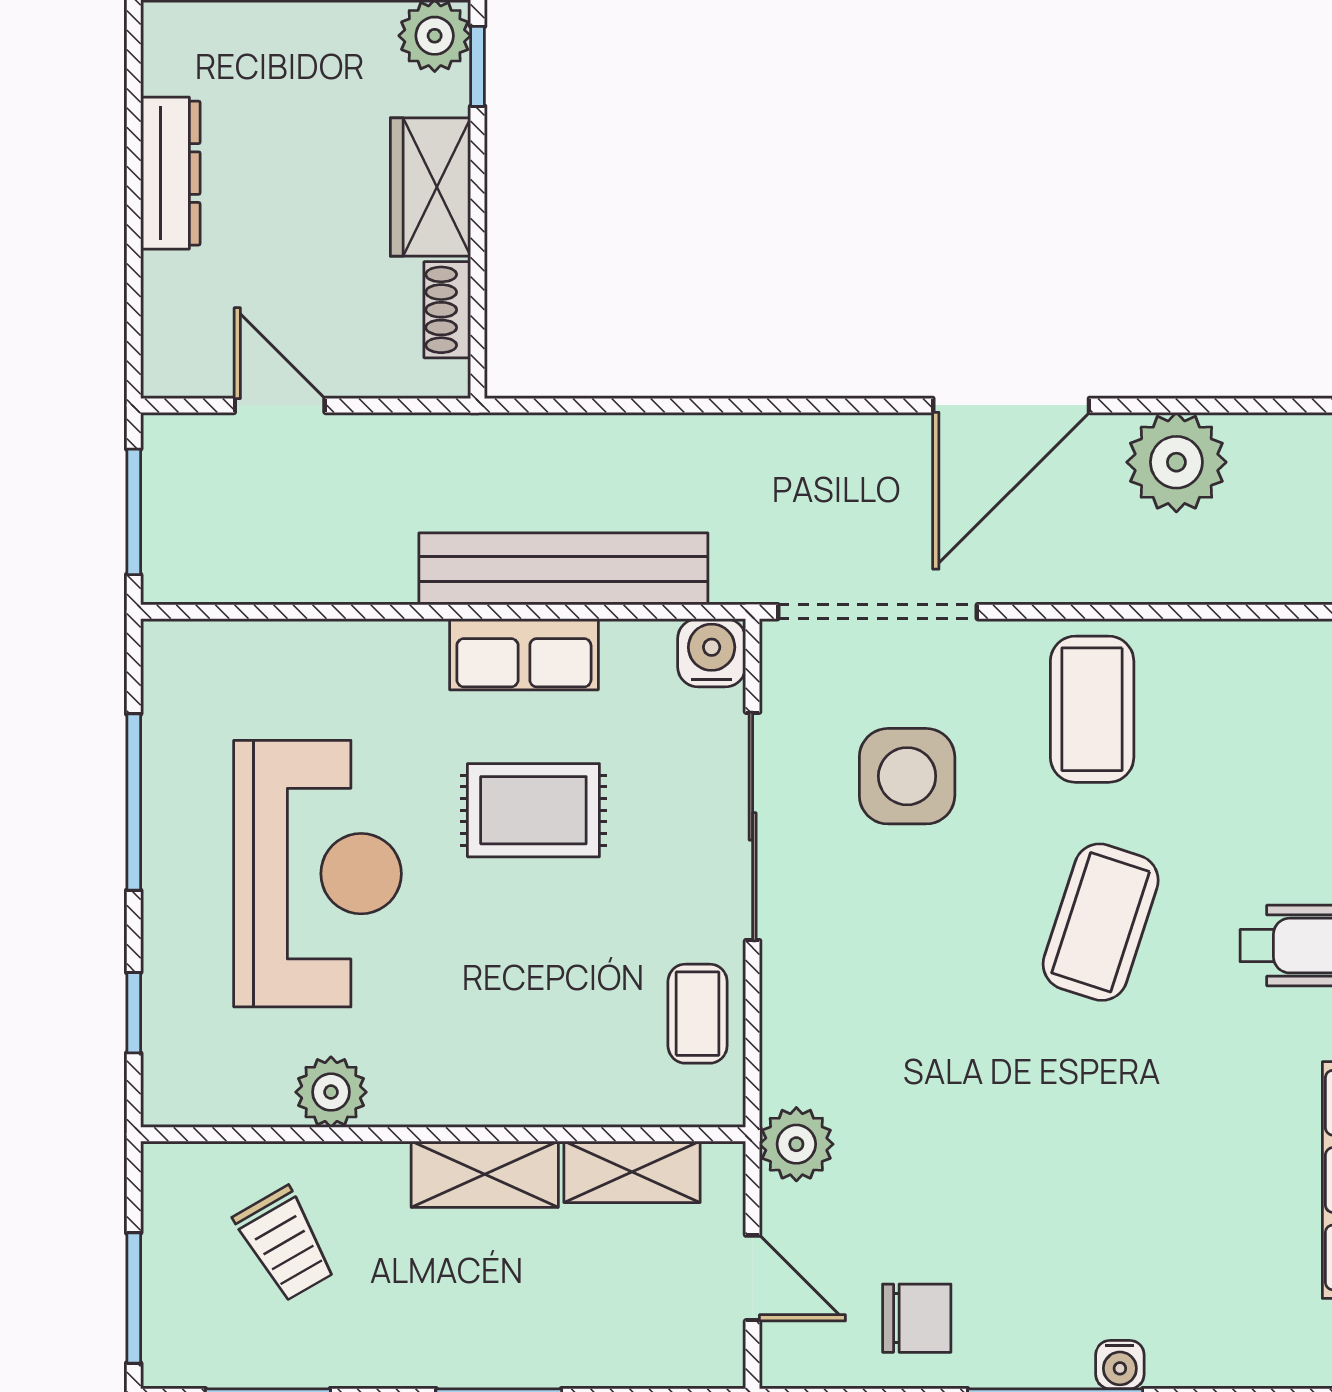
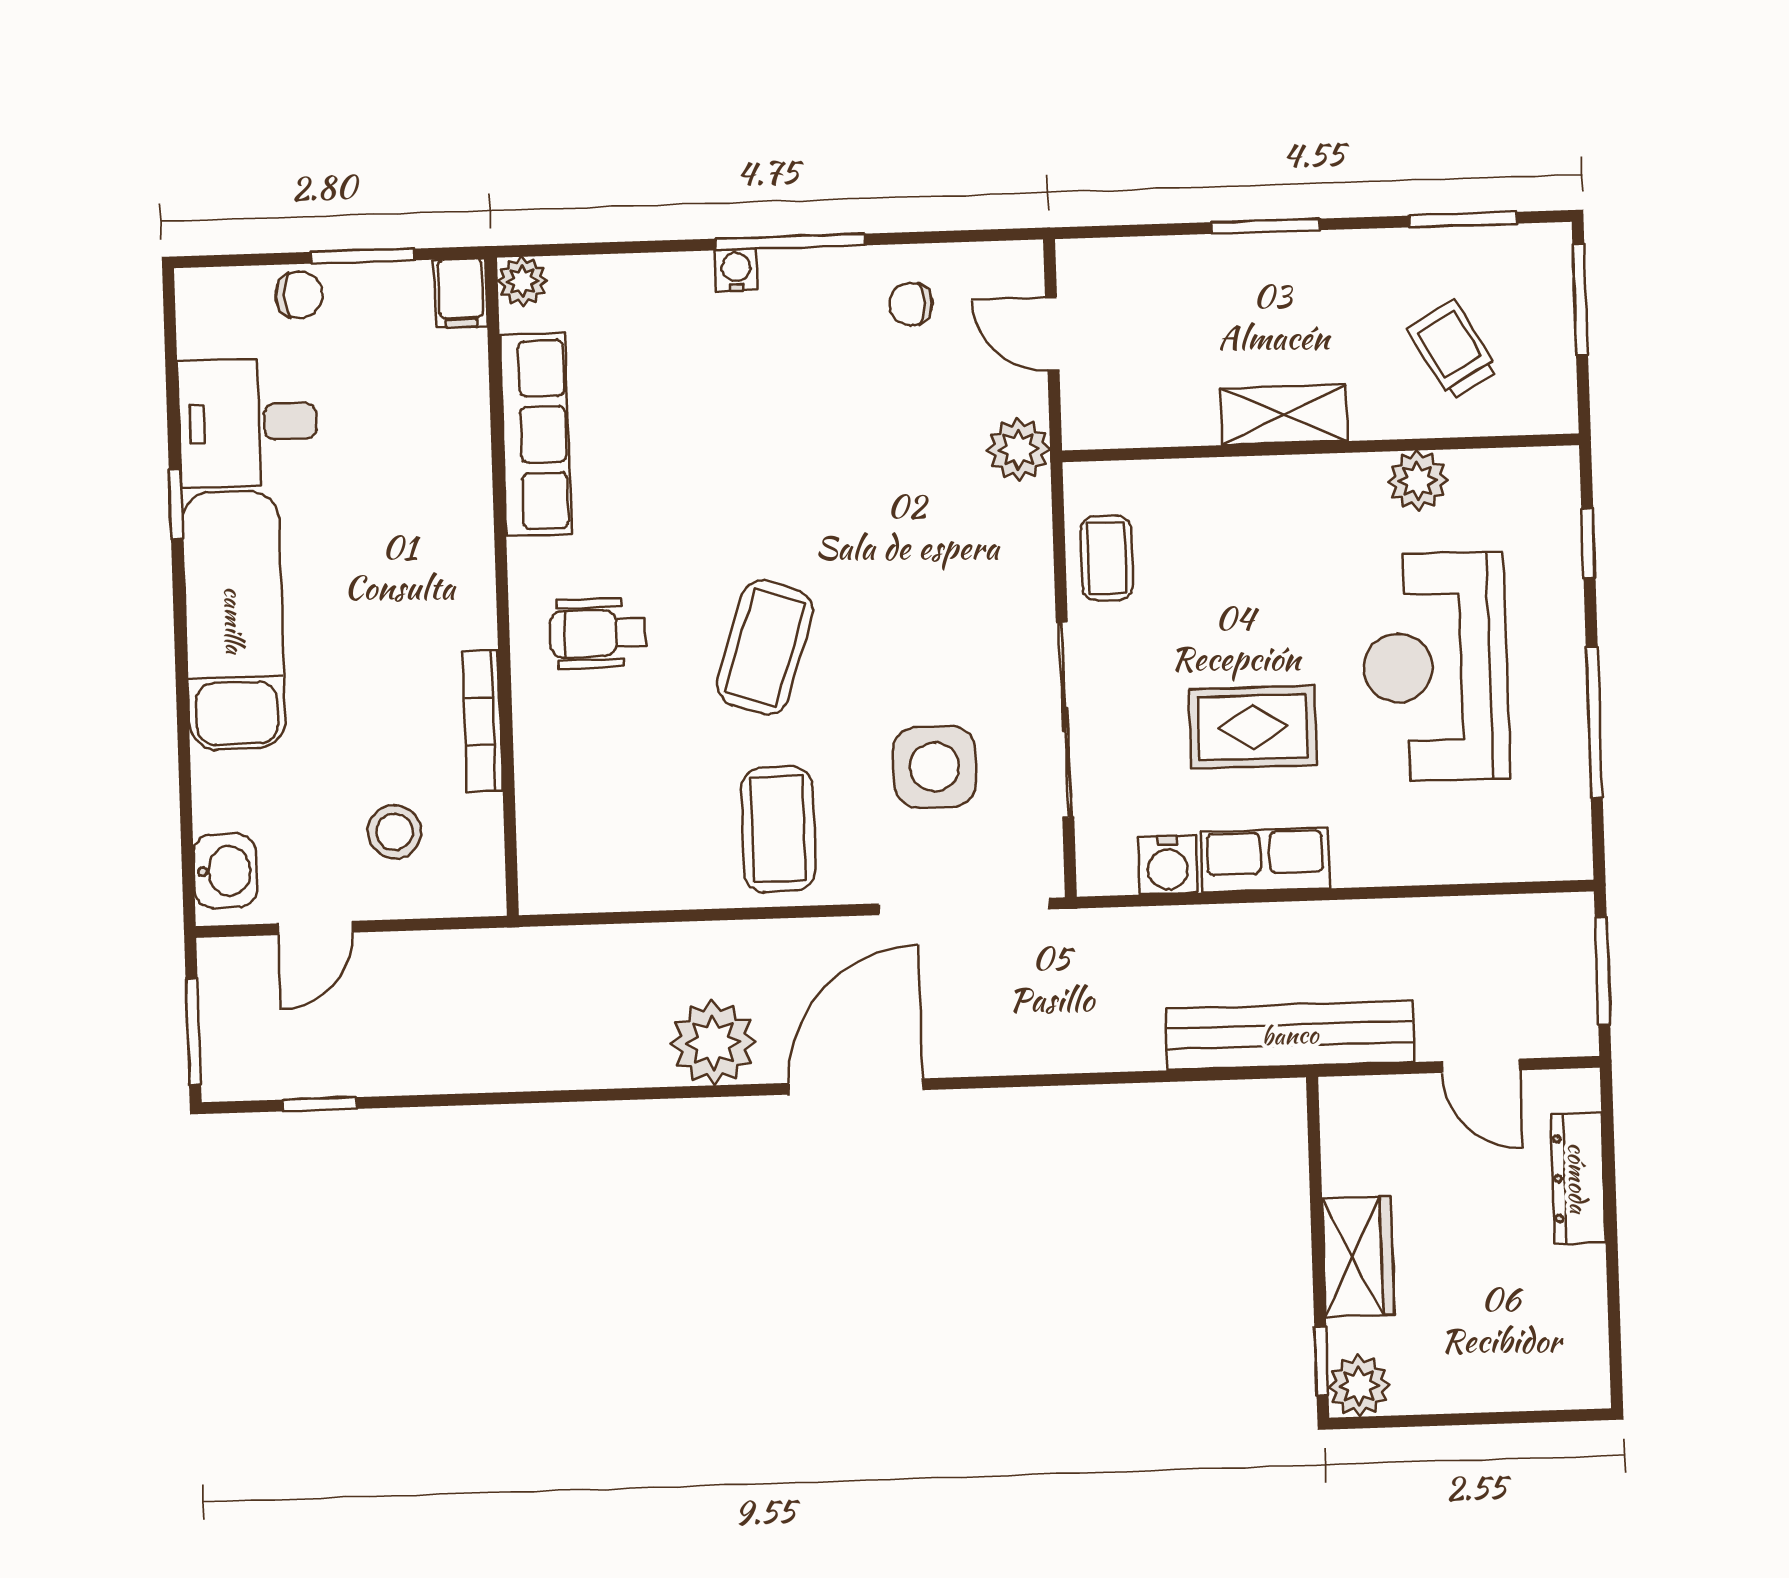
dresser: (170, 173) -> (1578, 1178), moved
shoe rack: (447, 310) -> (1340, 1152), removed
bench: (563, 569) -> (1290, 1035), moved
water cooler: (712, 653) -> (1168, 865), moved
shelving: (632, 1172) -> (1158, 421), removed
chair: (917, 1318) -> (911, 304), width x0.73, depth x0.73

